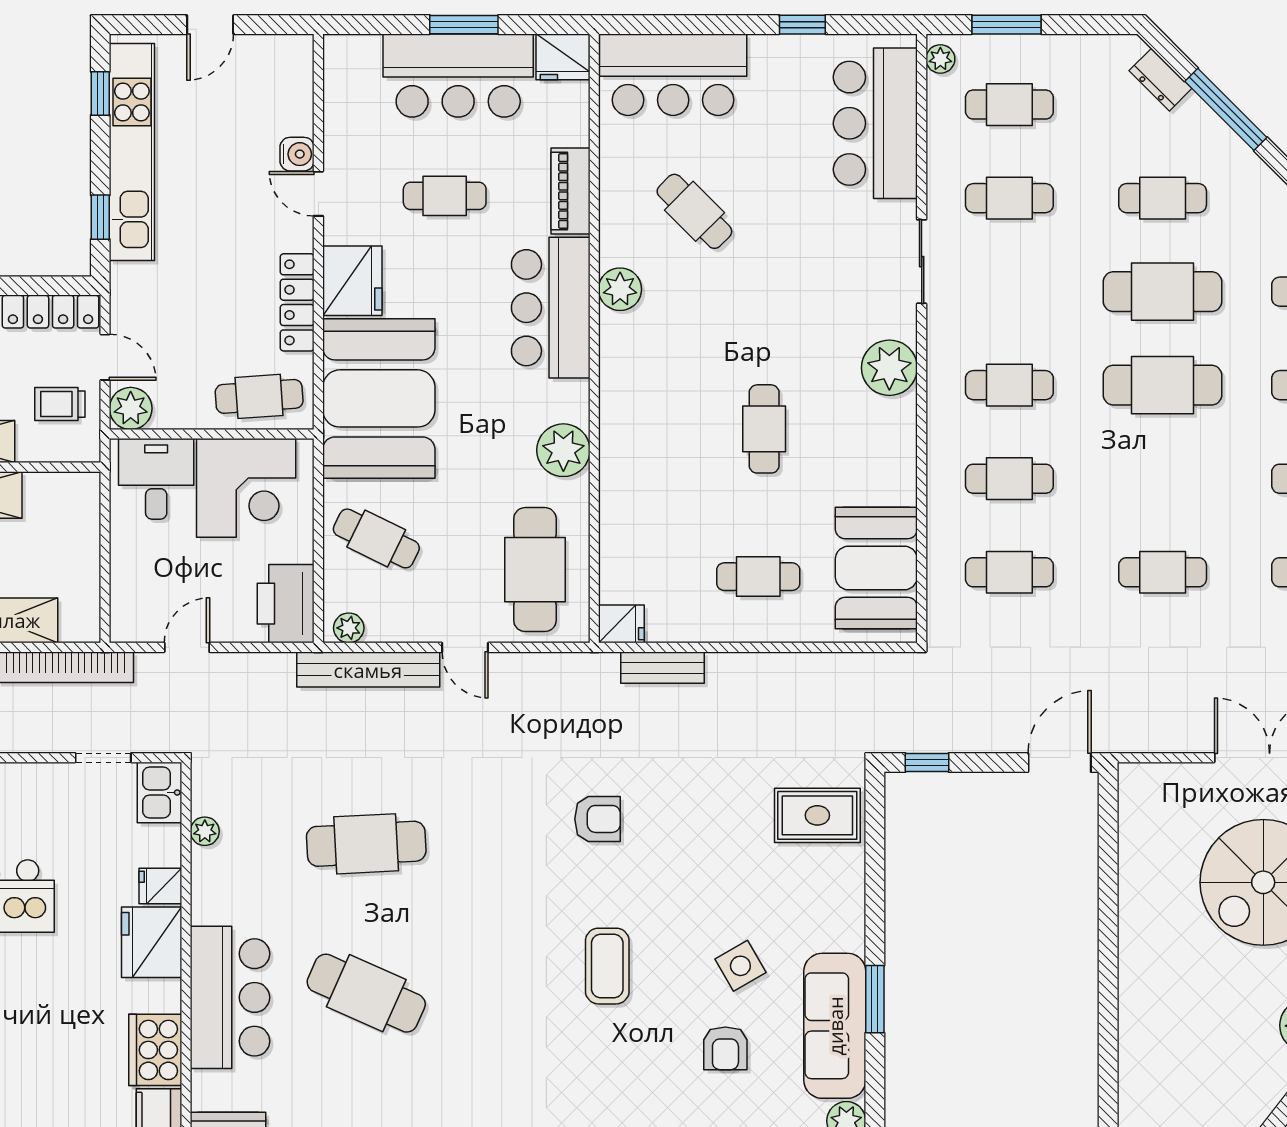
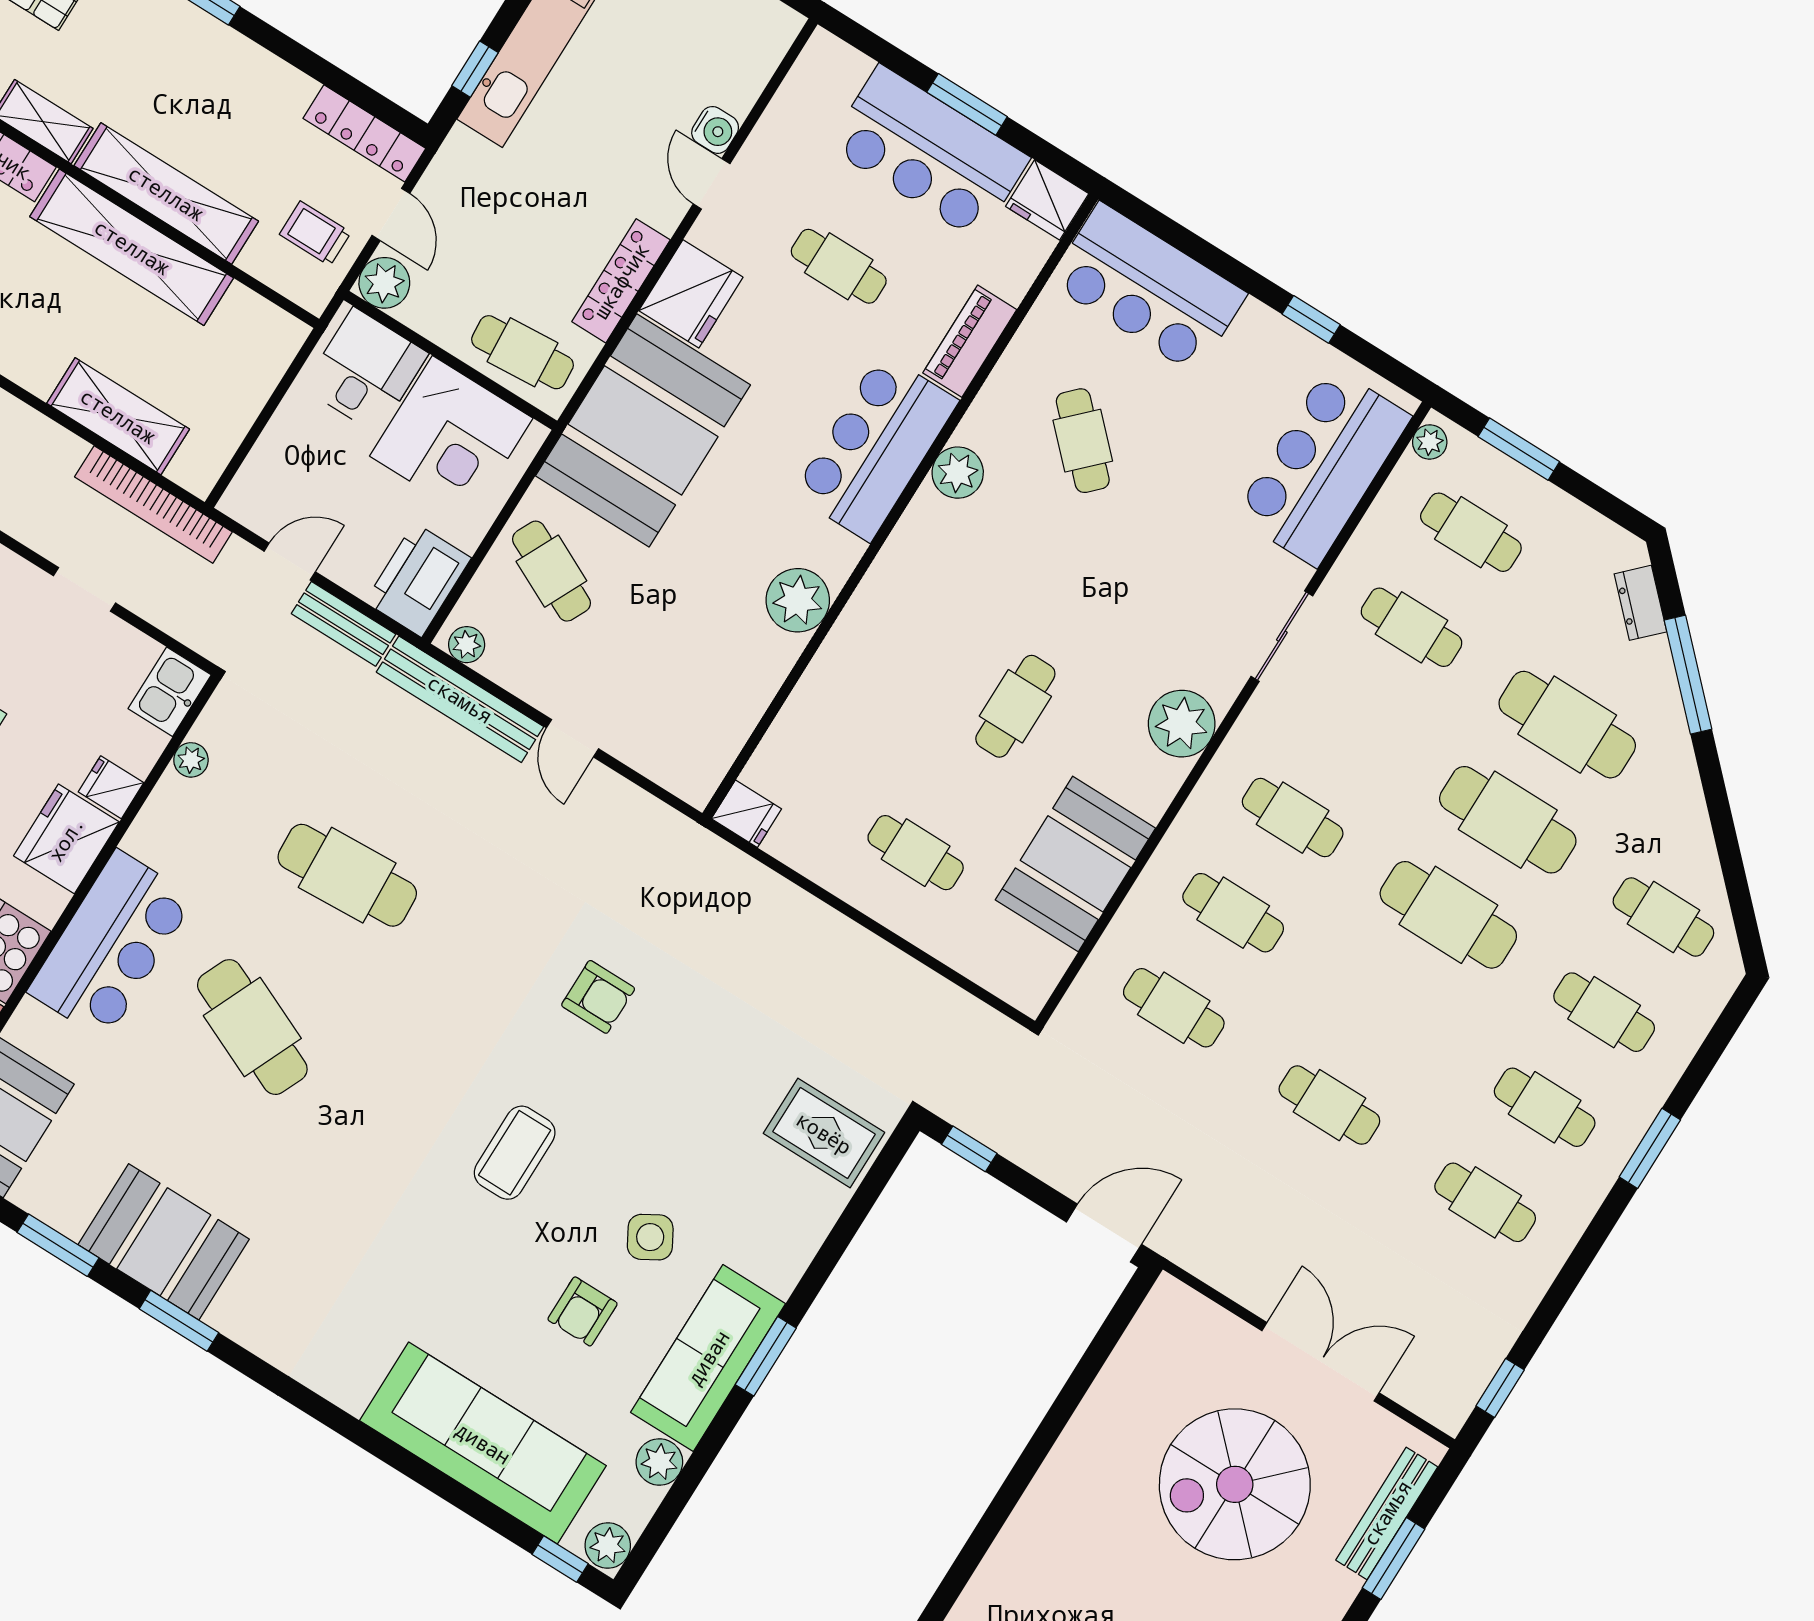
cafe table: (1163, 198) -> (1567, 725), width x1.37, depth x1.35
booth: (876, 568) -> (1075, 864), moved
cafe table: (535, 570) -> (693, 704), removed
bench: (662, 668) -> (343, 624), moved
doorway: (103, 758) -> (84, 589), moved

